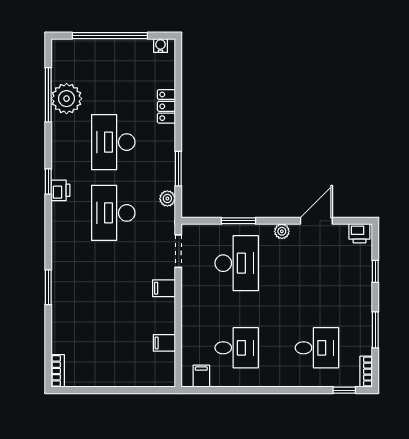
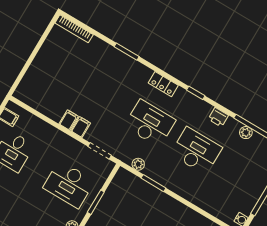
plant: (67, 99) -> (246, 133), width x0.53, depth x0.53
locker: (166, 106) -> (163, 84), moved, turned 180
printer: (61, 190) -> (218, 117), moved
filing cabinet: (164, 343) -> (69, 120), moved
bookcase: (58, 371) -> (74, 29), width x1.56

